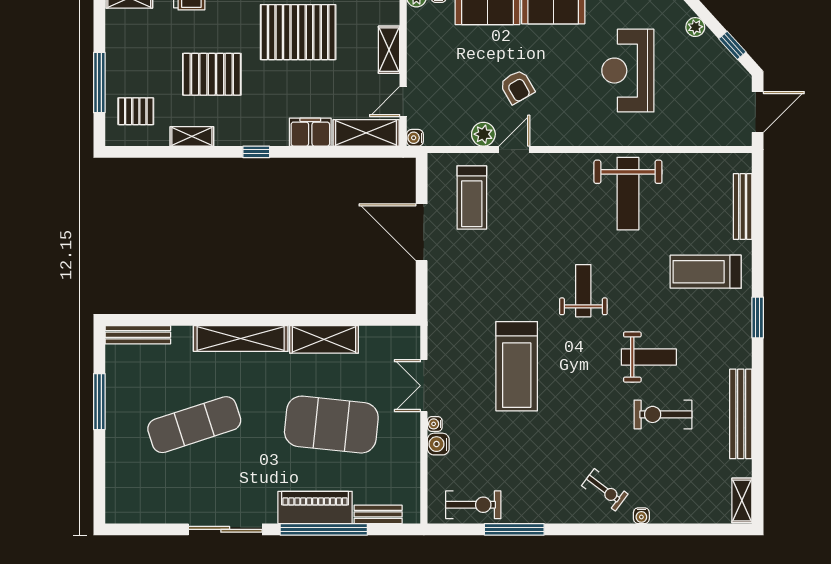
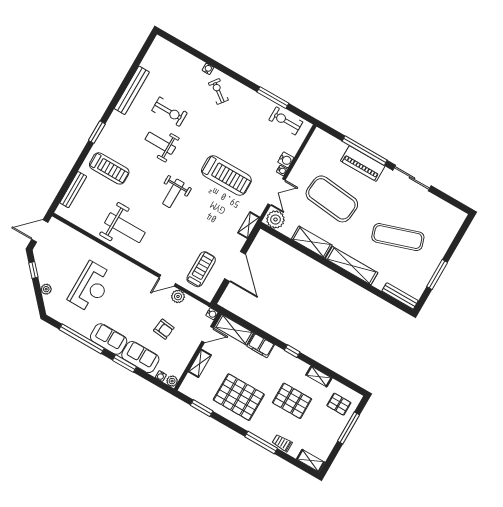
armchair: (517, 87) -> (164, 329), moved, turned 127
weight bench: (628, 194) -> (125, 228), turned 90
plant: (401, 342) -> (276, 219), added
treadmill: (517, 366) -> (226, 176), turned 90
shelving: (742, 500) -> (249, 225), moved
bench: (378, 514) -> (334, 143), removed

